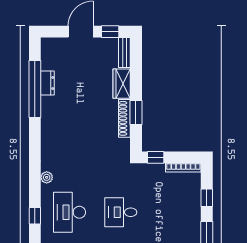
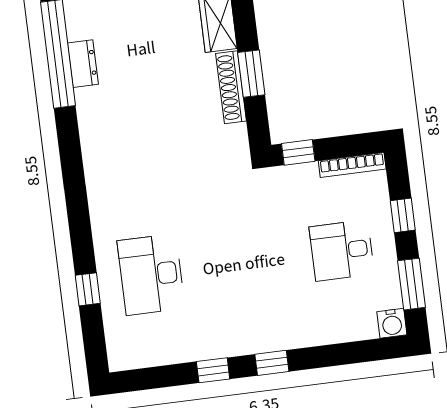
dresser: (47, 83) -> (83, 64), moved
plant: (47, 177) -> (101, 215), removed
desk: (121, 212) -> (342, 250), moved

